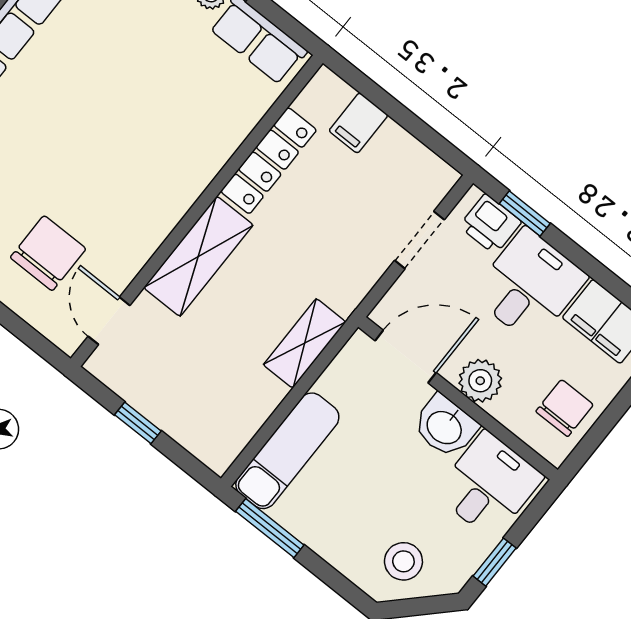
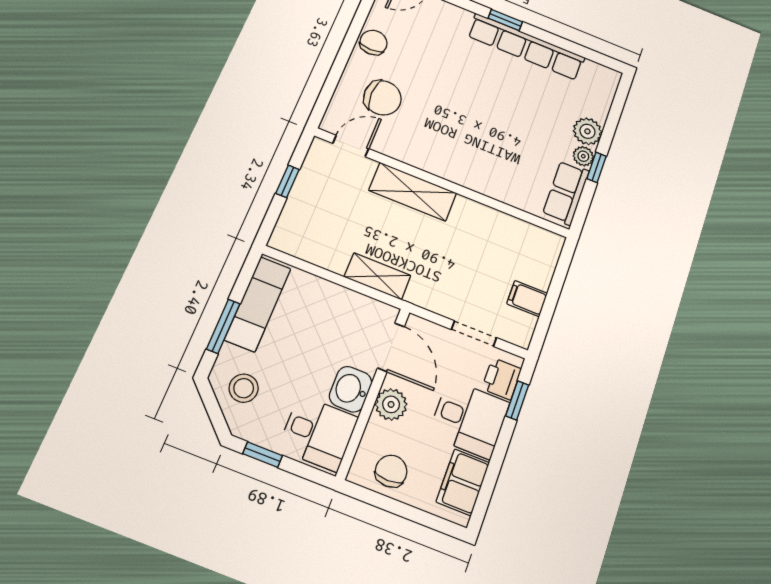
filing cabinet: (358, 123) -> (527, 299), moved
locker: (269, 161) -> (491, 220), removed
chair: (565, 408) -> (391, 471), turned -90
exam couch: (287, 451) -> (258, 304), moved, turned -90
window: (270, 528) -> (223, 326), moved

